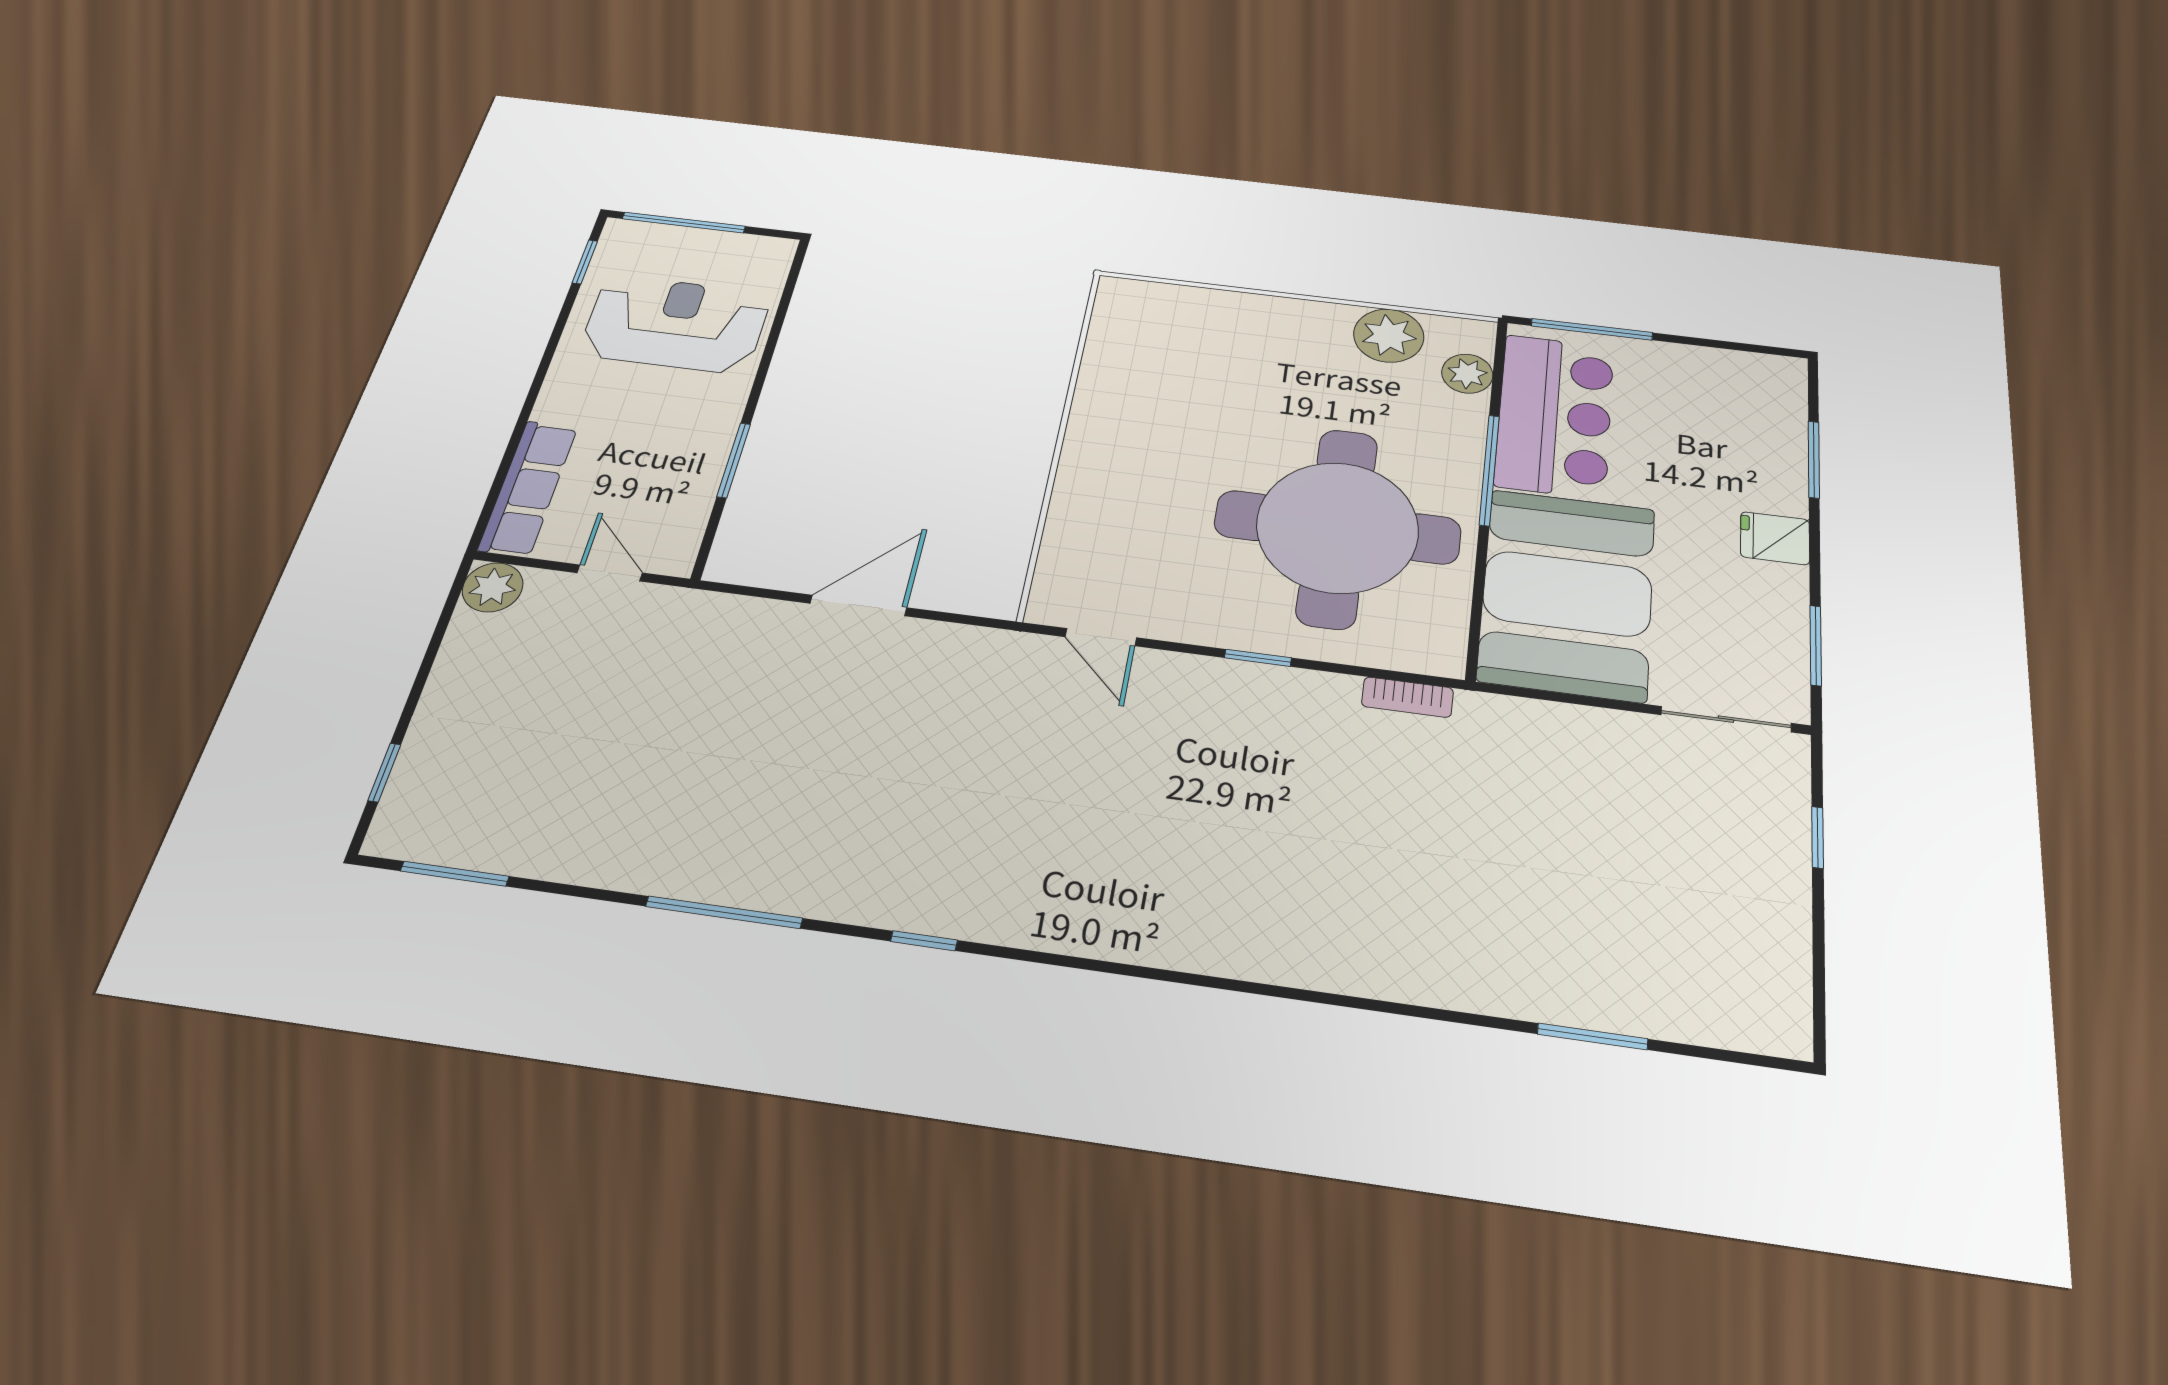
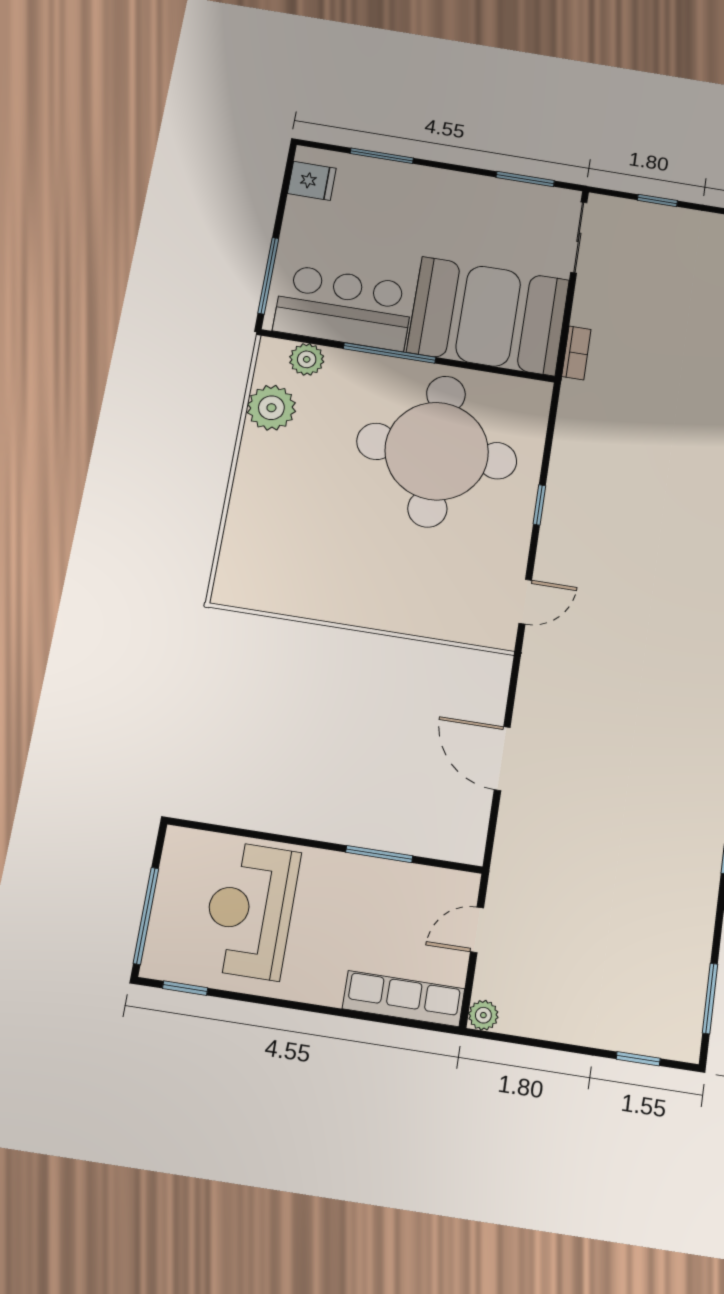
fridge: (1775, 538) -> (312, 181), moved, turned -90
plant: (493, 587) -> (483, 1015), width x0.73, depth x0.73
bookcase: (1407, 697) -> (576, 353), moved

